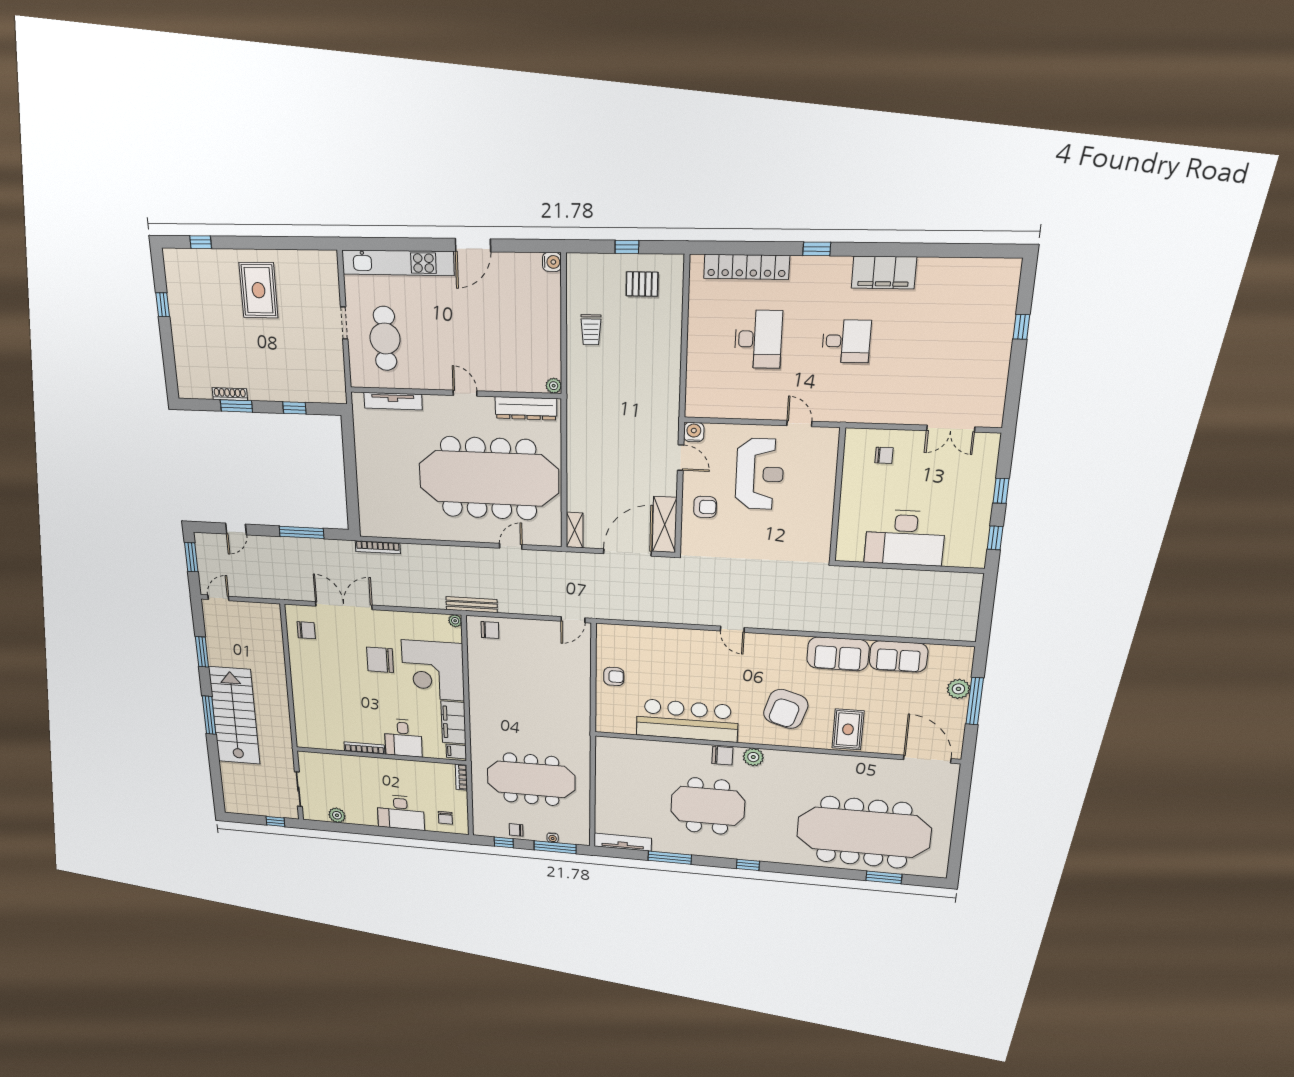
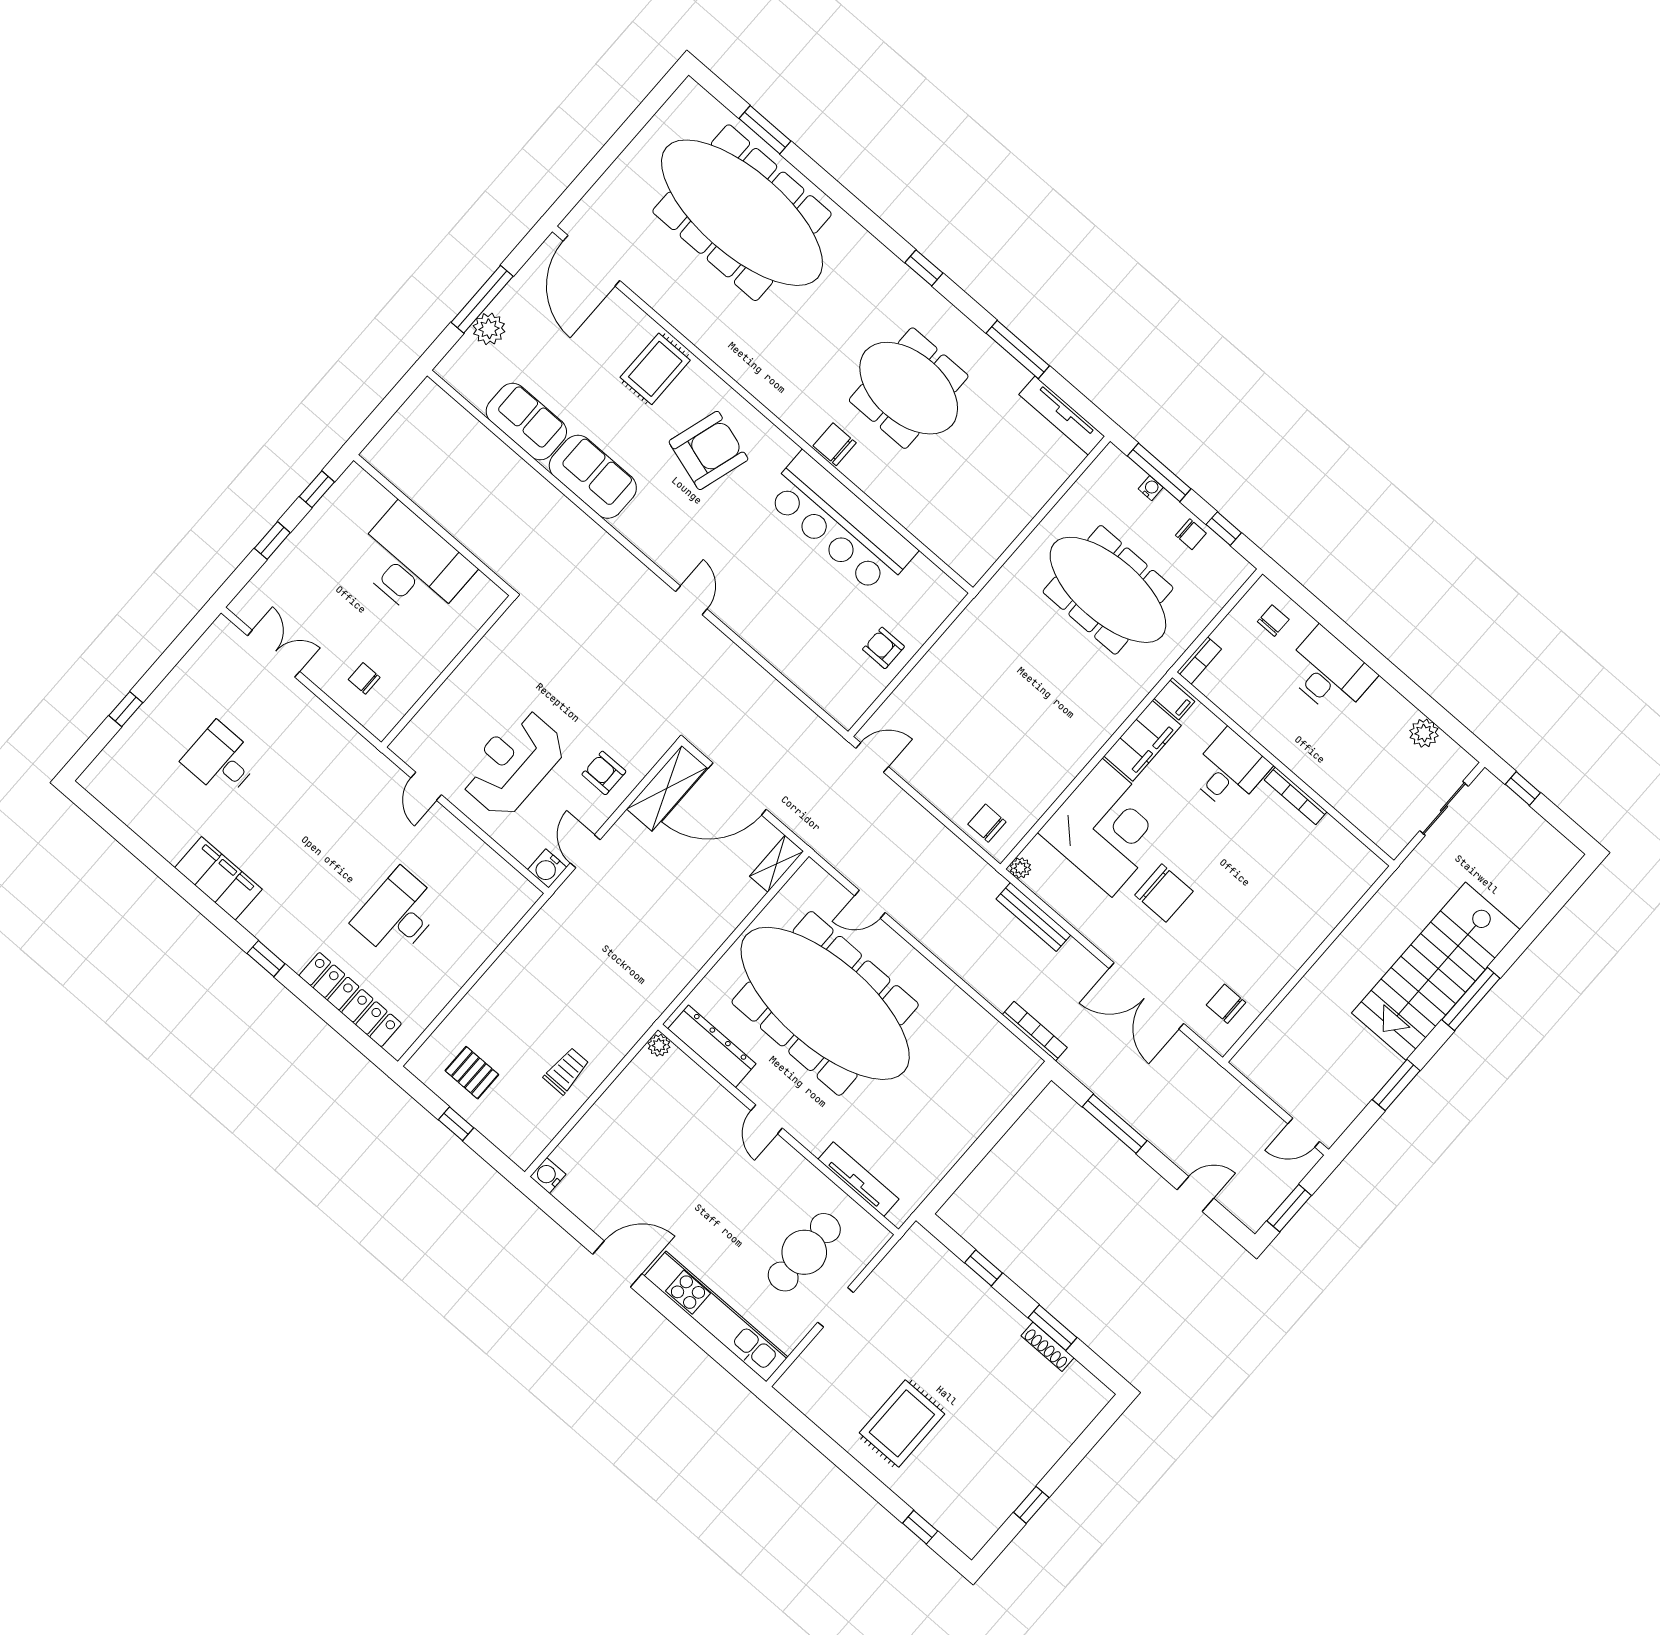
desk: (846, 341) -> (221, 760), moved
bench: (472, 605) -> (1033, 917), moved
plant: (753, 757) -> (798, 415), removed

